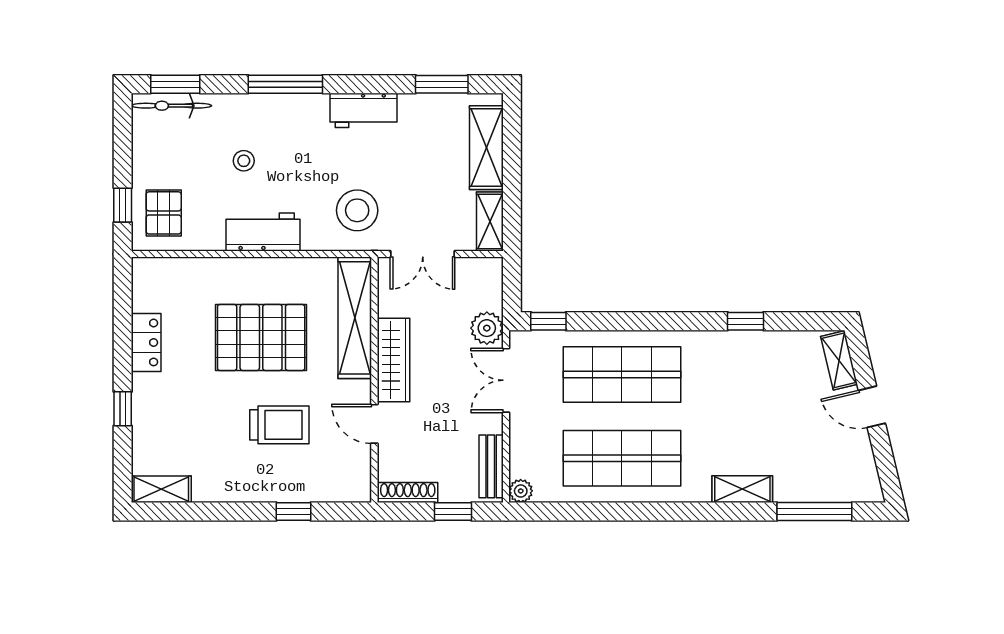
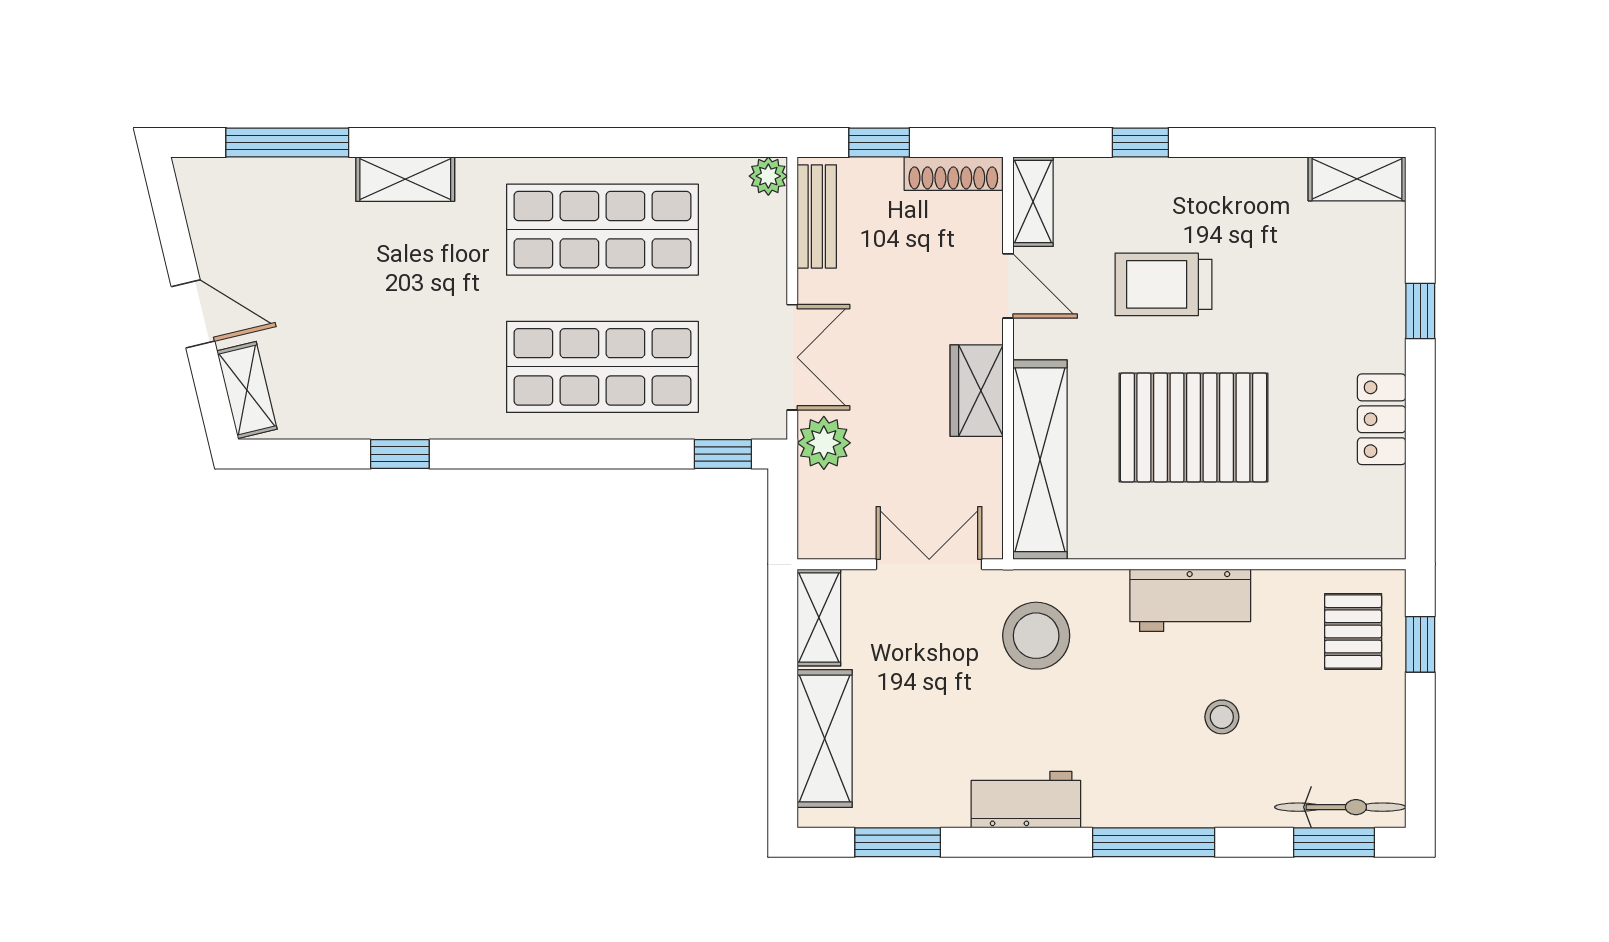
wardrobe: (393, 360) -> (977, 391), width x0.67
shelving: (359, 475) -> (1033, 202), added

